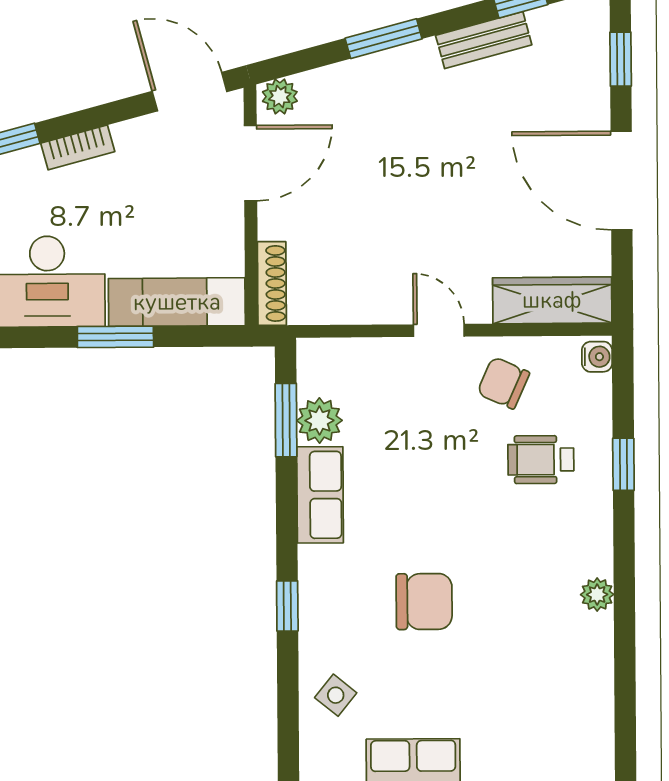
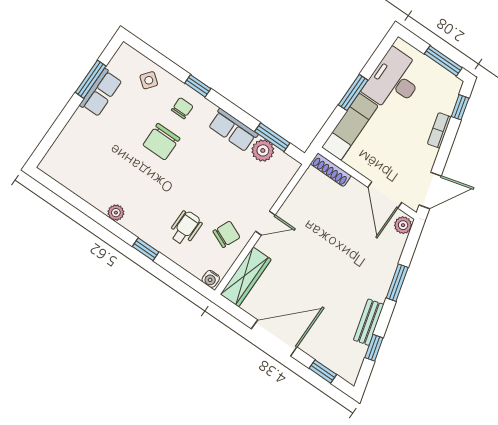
window: (623, 464) -> (146, 249), moved
chair: (343, 606) -> (182, 108), added

